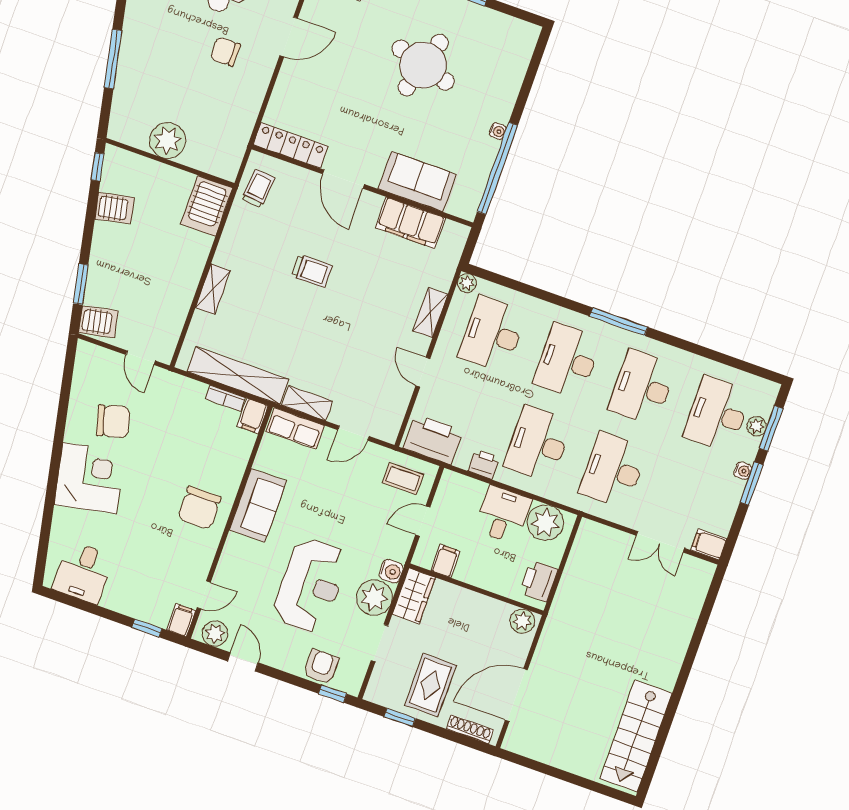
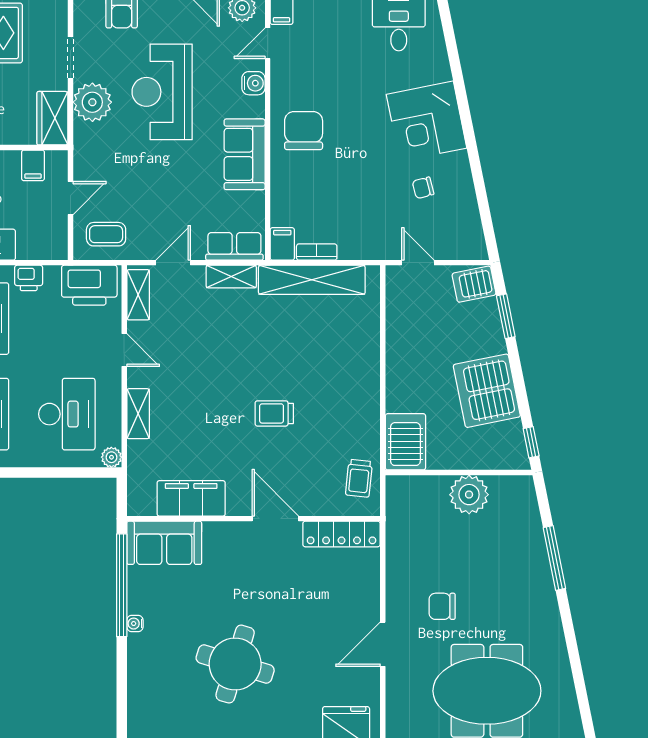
chair: (225, 52) -> (442, 606), turned 180
sofa: (417, 182) -> (164, 543), moved
server rack: (115, 208) -> (487, 391), width x2.18, depth x1.44
shelving: (213, 289) -> (138, 295), moved
chair: (113, 421) -> (423, 188), width x0.54, depth x0.54
water cooler: (391, 571) -> (253, 83), moved, turned 180

